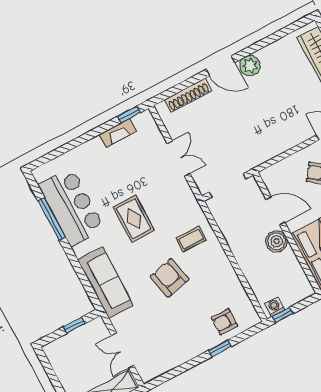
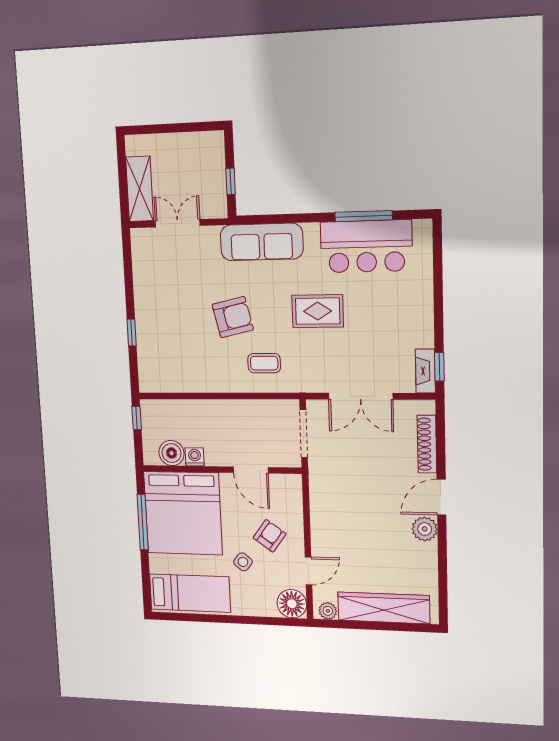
fireplace: (118, 133) -> (425, 371), moved
double door: (178, 159) -> (361, 396), width x1.37
door: (275, 211) -> (251, 470), hinge flipped
coffee table: (191, 239) -> (264, 363), turned 90
boiler: (277, 241) -> (172, 453), moved
washing machine: (275, 307) -> (195, 457), moved, turned -90
armchair: (224, 322) -> (158, 352), removed

